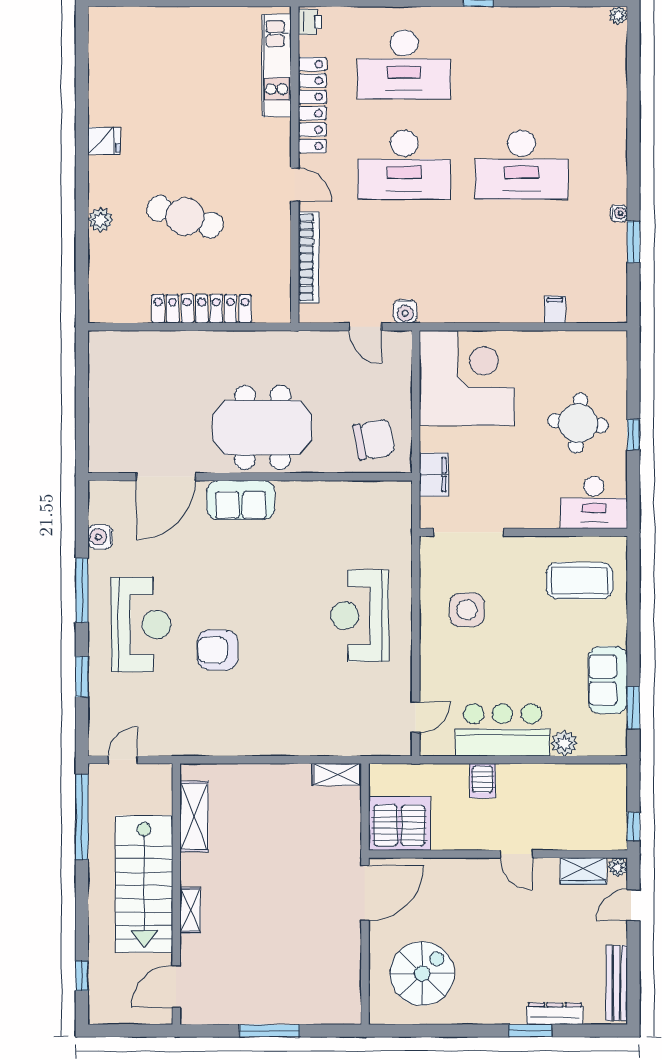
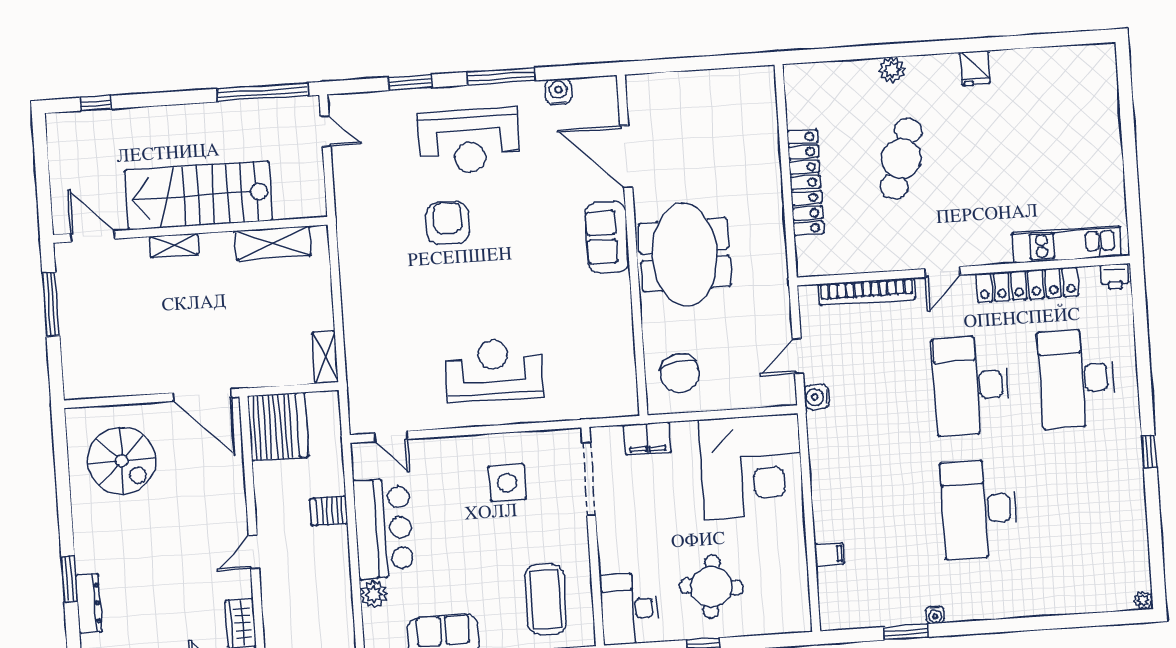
shelving: (194, 817) -> (273, 243), moved
stairs: (144, 884) -> (199, 195), moved
wall: (176, 894) -> (190, 230), moved
shelving: (190, 910) -> (174, 246), moved
door: (176, 987) -> (93, 236), moved

